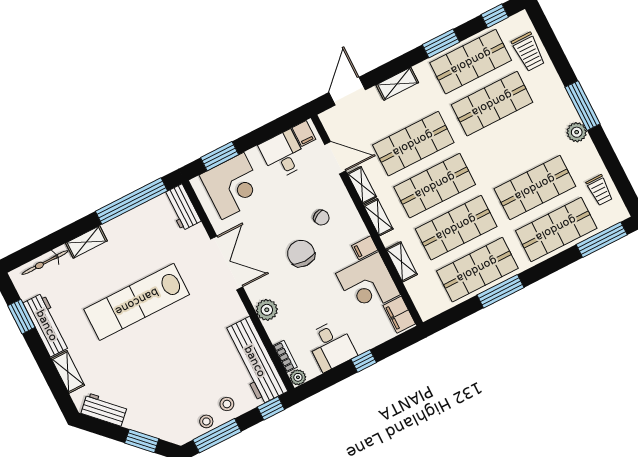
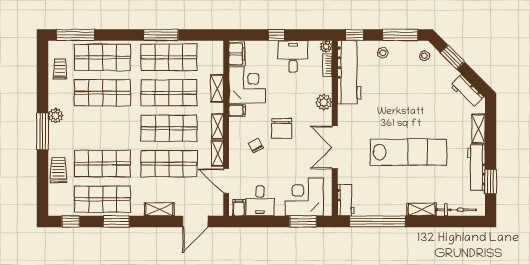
trolley: (528, 52) -> (58, 170), moved
stool: (206, 421) -> (424, 56), moved

